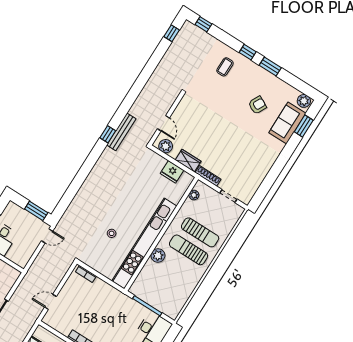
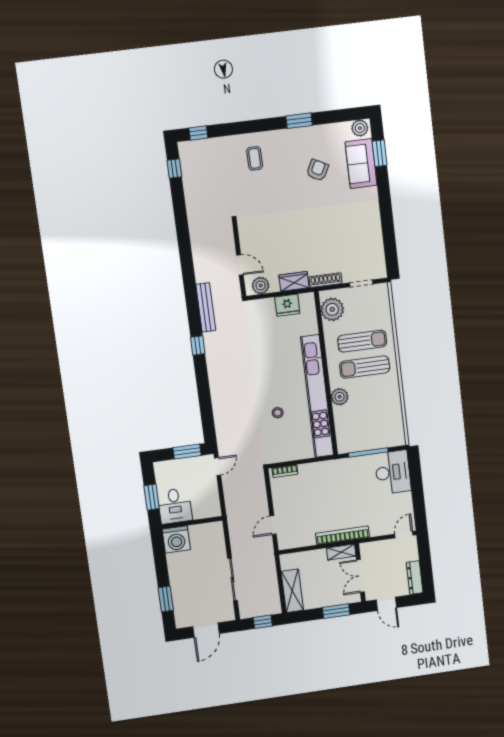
window: (248, 52) -> (265, 125), removed
window: (108, 134) -> (198, 345), moved
plant: (194, 195) -> (332, 309), width x1.88, depth x1.88

